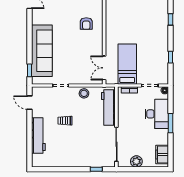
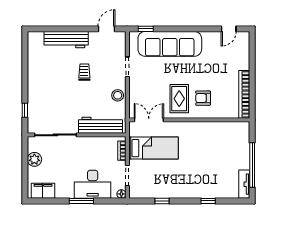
rug: (87, 43) -> (179, 99), added

